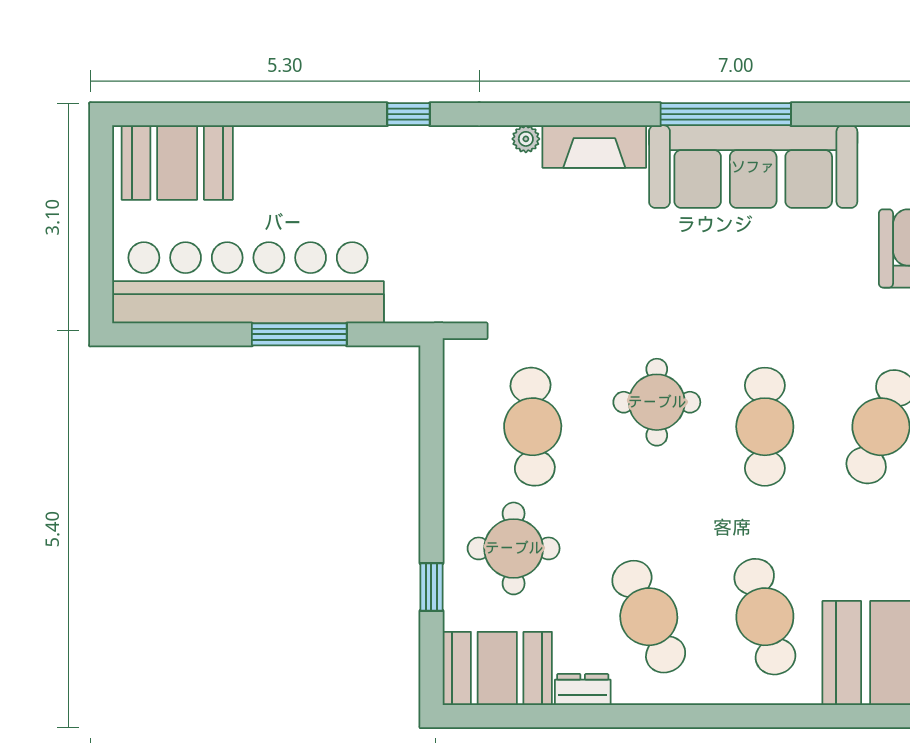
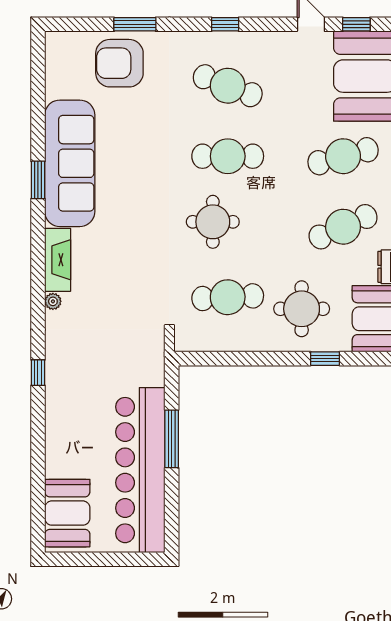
window: (726, 114) -> (38, 180), width x0.47

